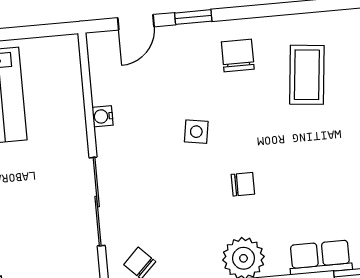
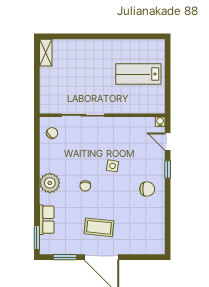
coffee table: (307, 75) -> (99, 227), moved
water cooler: (103, 116) -> (160, 122), moved

